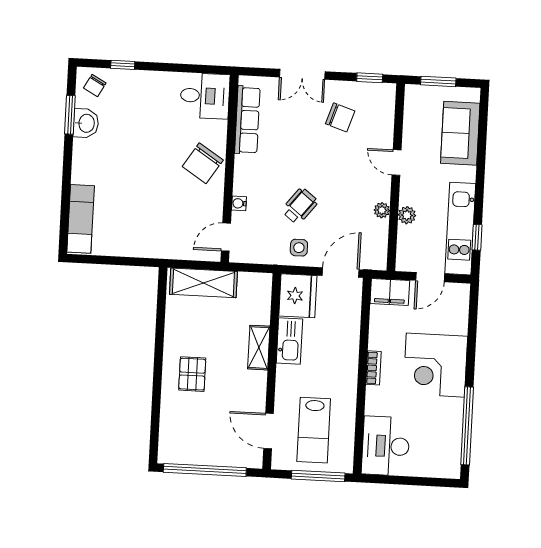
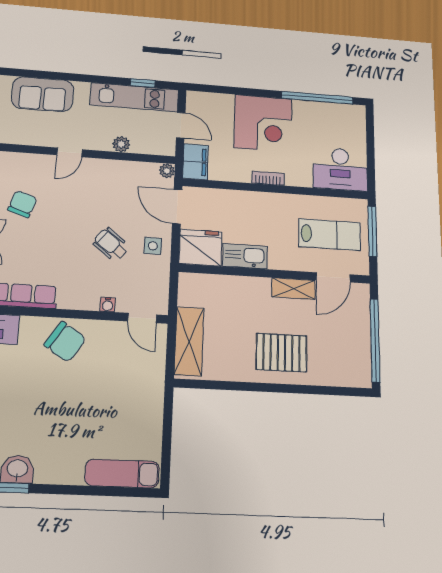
plant: (382, 210) -> (167, 171), moved
shelving: (259, 348) -> (294, 289), moved
pallet: (192, 374) -> (281, 353), width x1.50, depth x1.42

